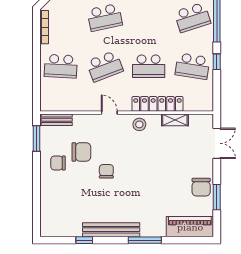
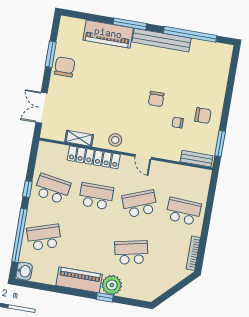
chair: (81, 152) -> (178, 122), width x0.54, depth x0.54
piano: (190, 227) -> (108, 34), moved
window: (84, 240) -> (190, 34), width x3.17

